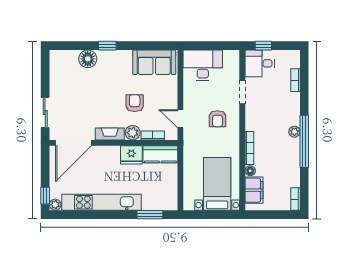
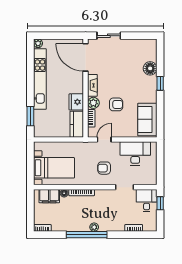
desk: (203, 65) -> (135, 154), moved, turned -90
window: (45, 196) -> (45, 36), removed

